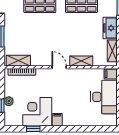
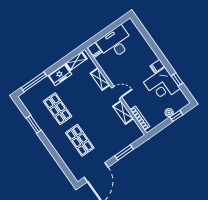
shelving: (18, 61) -> (123, 112), moved
door: (59, 67) -> (117, 93), swing flipped

